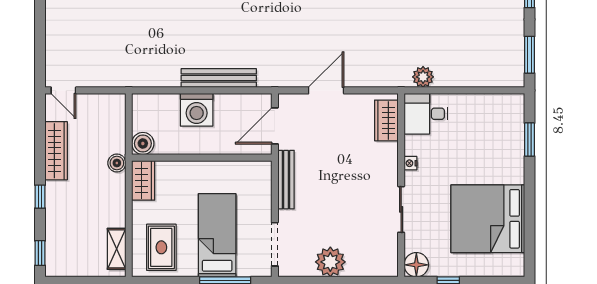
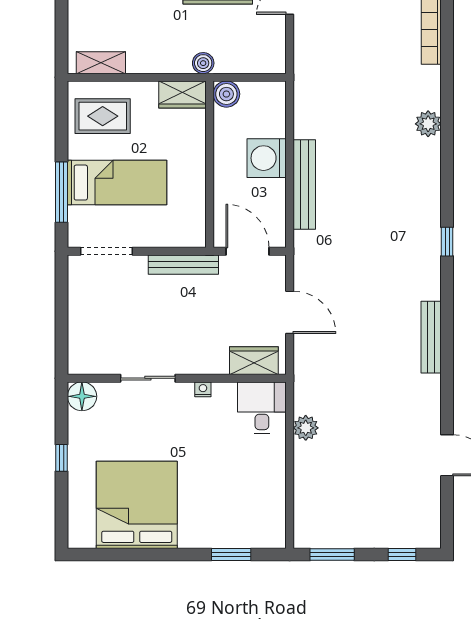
desk: (426, 114) -> (262, 408), moved
wardrobe: (386, 120) -> (254, 361), moved
nightstand: (410, 163) -> (203, 389), moved
wall: (401, 185) -> (177, 378), moved
sliding door: (401, 209) -> (148, 378), moved
plant: (330, 262) -> (85, 317), removed
floor lamp: (416, 265) -> (82, 396), moved

